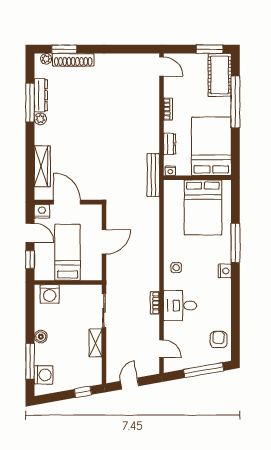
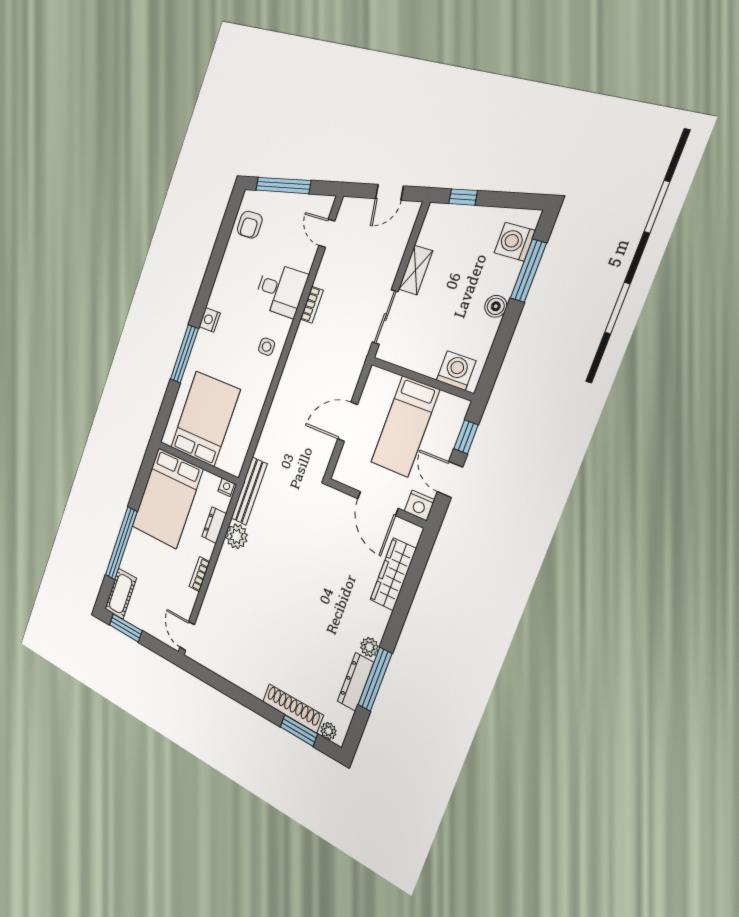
cot: (220, 75) -> (121, 594), width x0.73, depth x0.75
plant: (151, 144) -> (237, 536), added

